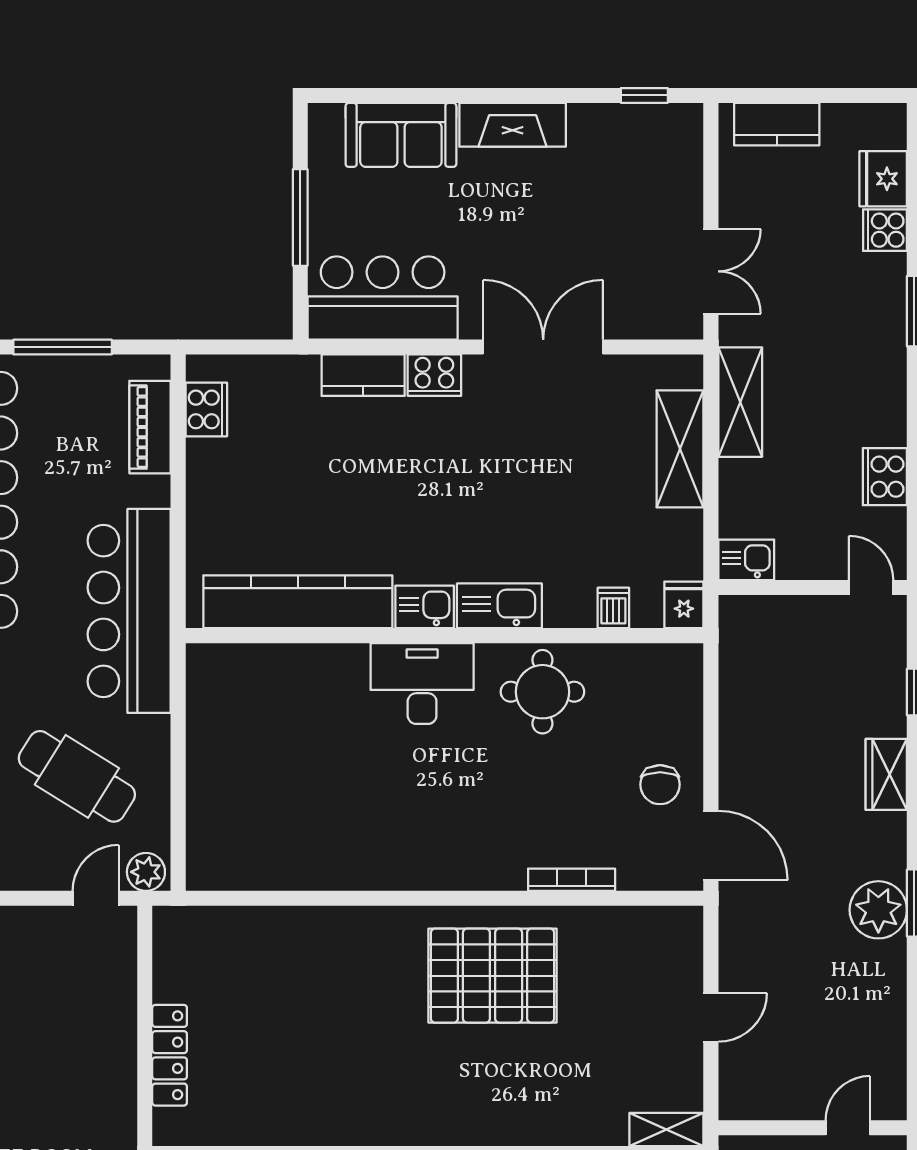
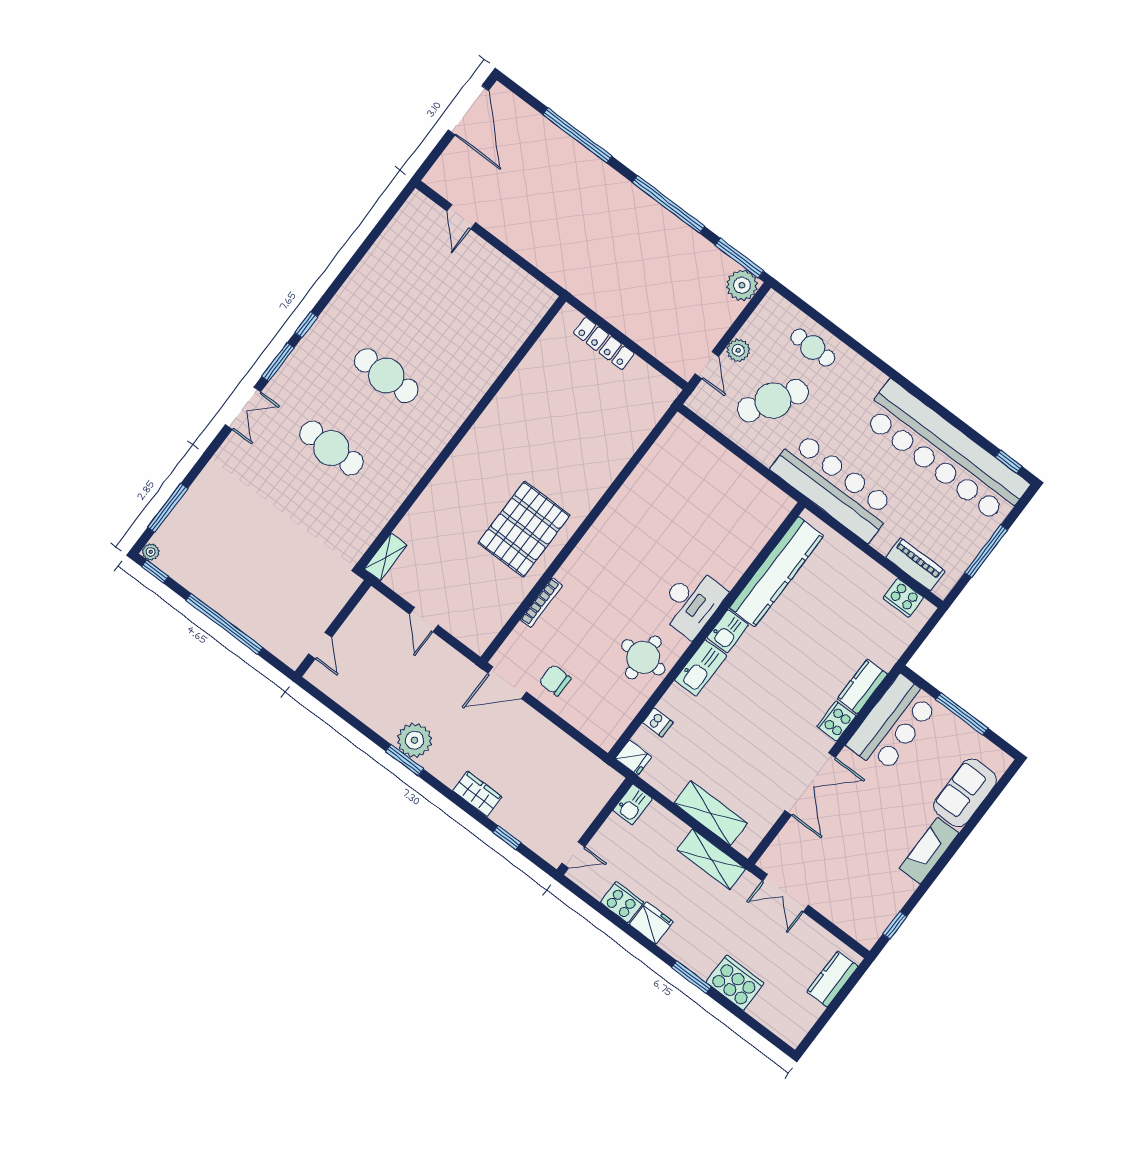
fridge: (883, 179) -> (651, 923), moved
cooker: (885, 230) -> (735, 983), width x1.87, depth x1.31
plant: (146, 872) -> (738, 350), moved

